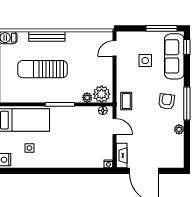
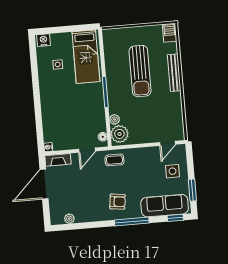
window: (162, 28) -> (192, 190), width x0.69
door: (114, 49) -> (167, 143), swing flipped
side table: (145, 61) -> (172, 171), moved
sun lounger: (43, 69) -> (140, 71), turned 180
window: (187, 103) -> (132, 221), moved
plant: (179, 129) -> (69, 219), moved

